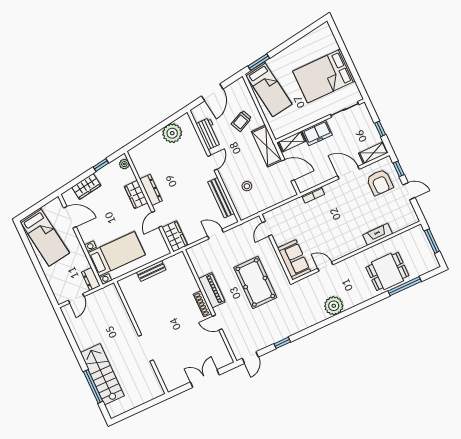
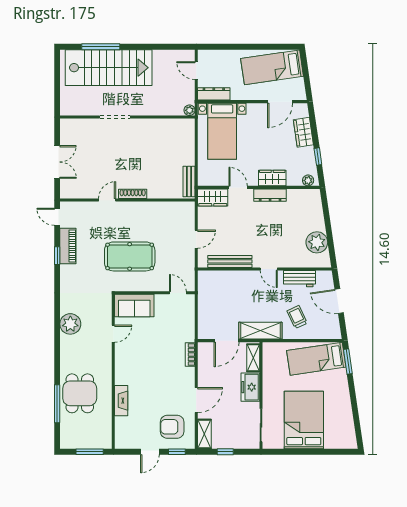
stool: (247, 186) -> (230, 292), removed
bench: (151, 271) -> (189, 181), moved
dresser: (91, 279) -> (214, 94), width x1.44
plant: (112, 289) -> (189, 110), added
piano: (212, 290) -> (68, 246), moved, turned -90
stairs: (102, 374) -> (109, 68), width x1.36, depth x1.51

